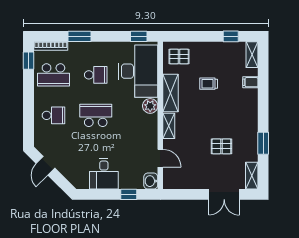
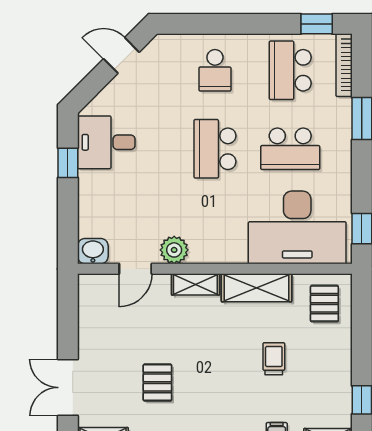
school desk: (96, 75) -> (290, 149), width x1.85
plant: (150, 106) -> (174, 250), moved
school desk: (96, 115) -> (215, 149), turned 180
desk: (104, 174) -> (106, 142), moved
window: (129, 194) -> (68, 163), moved

